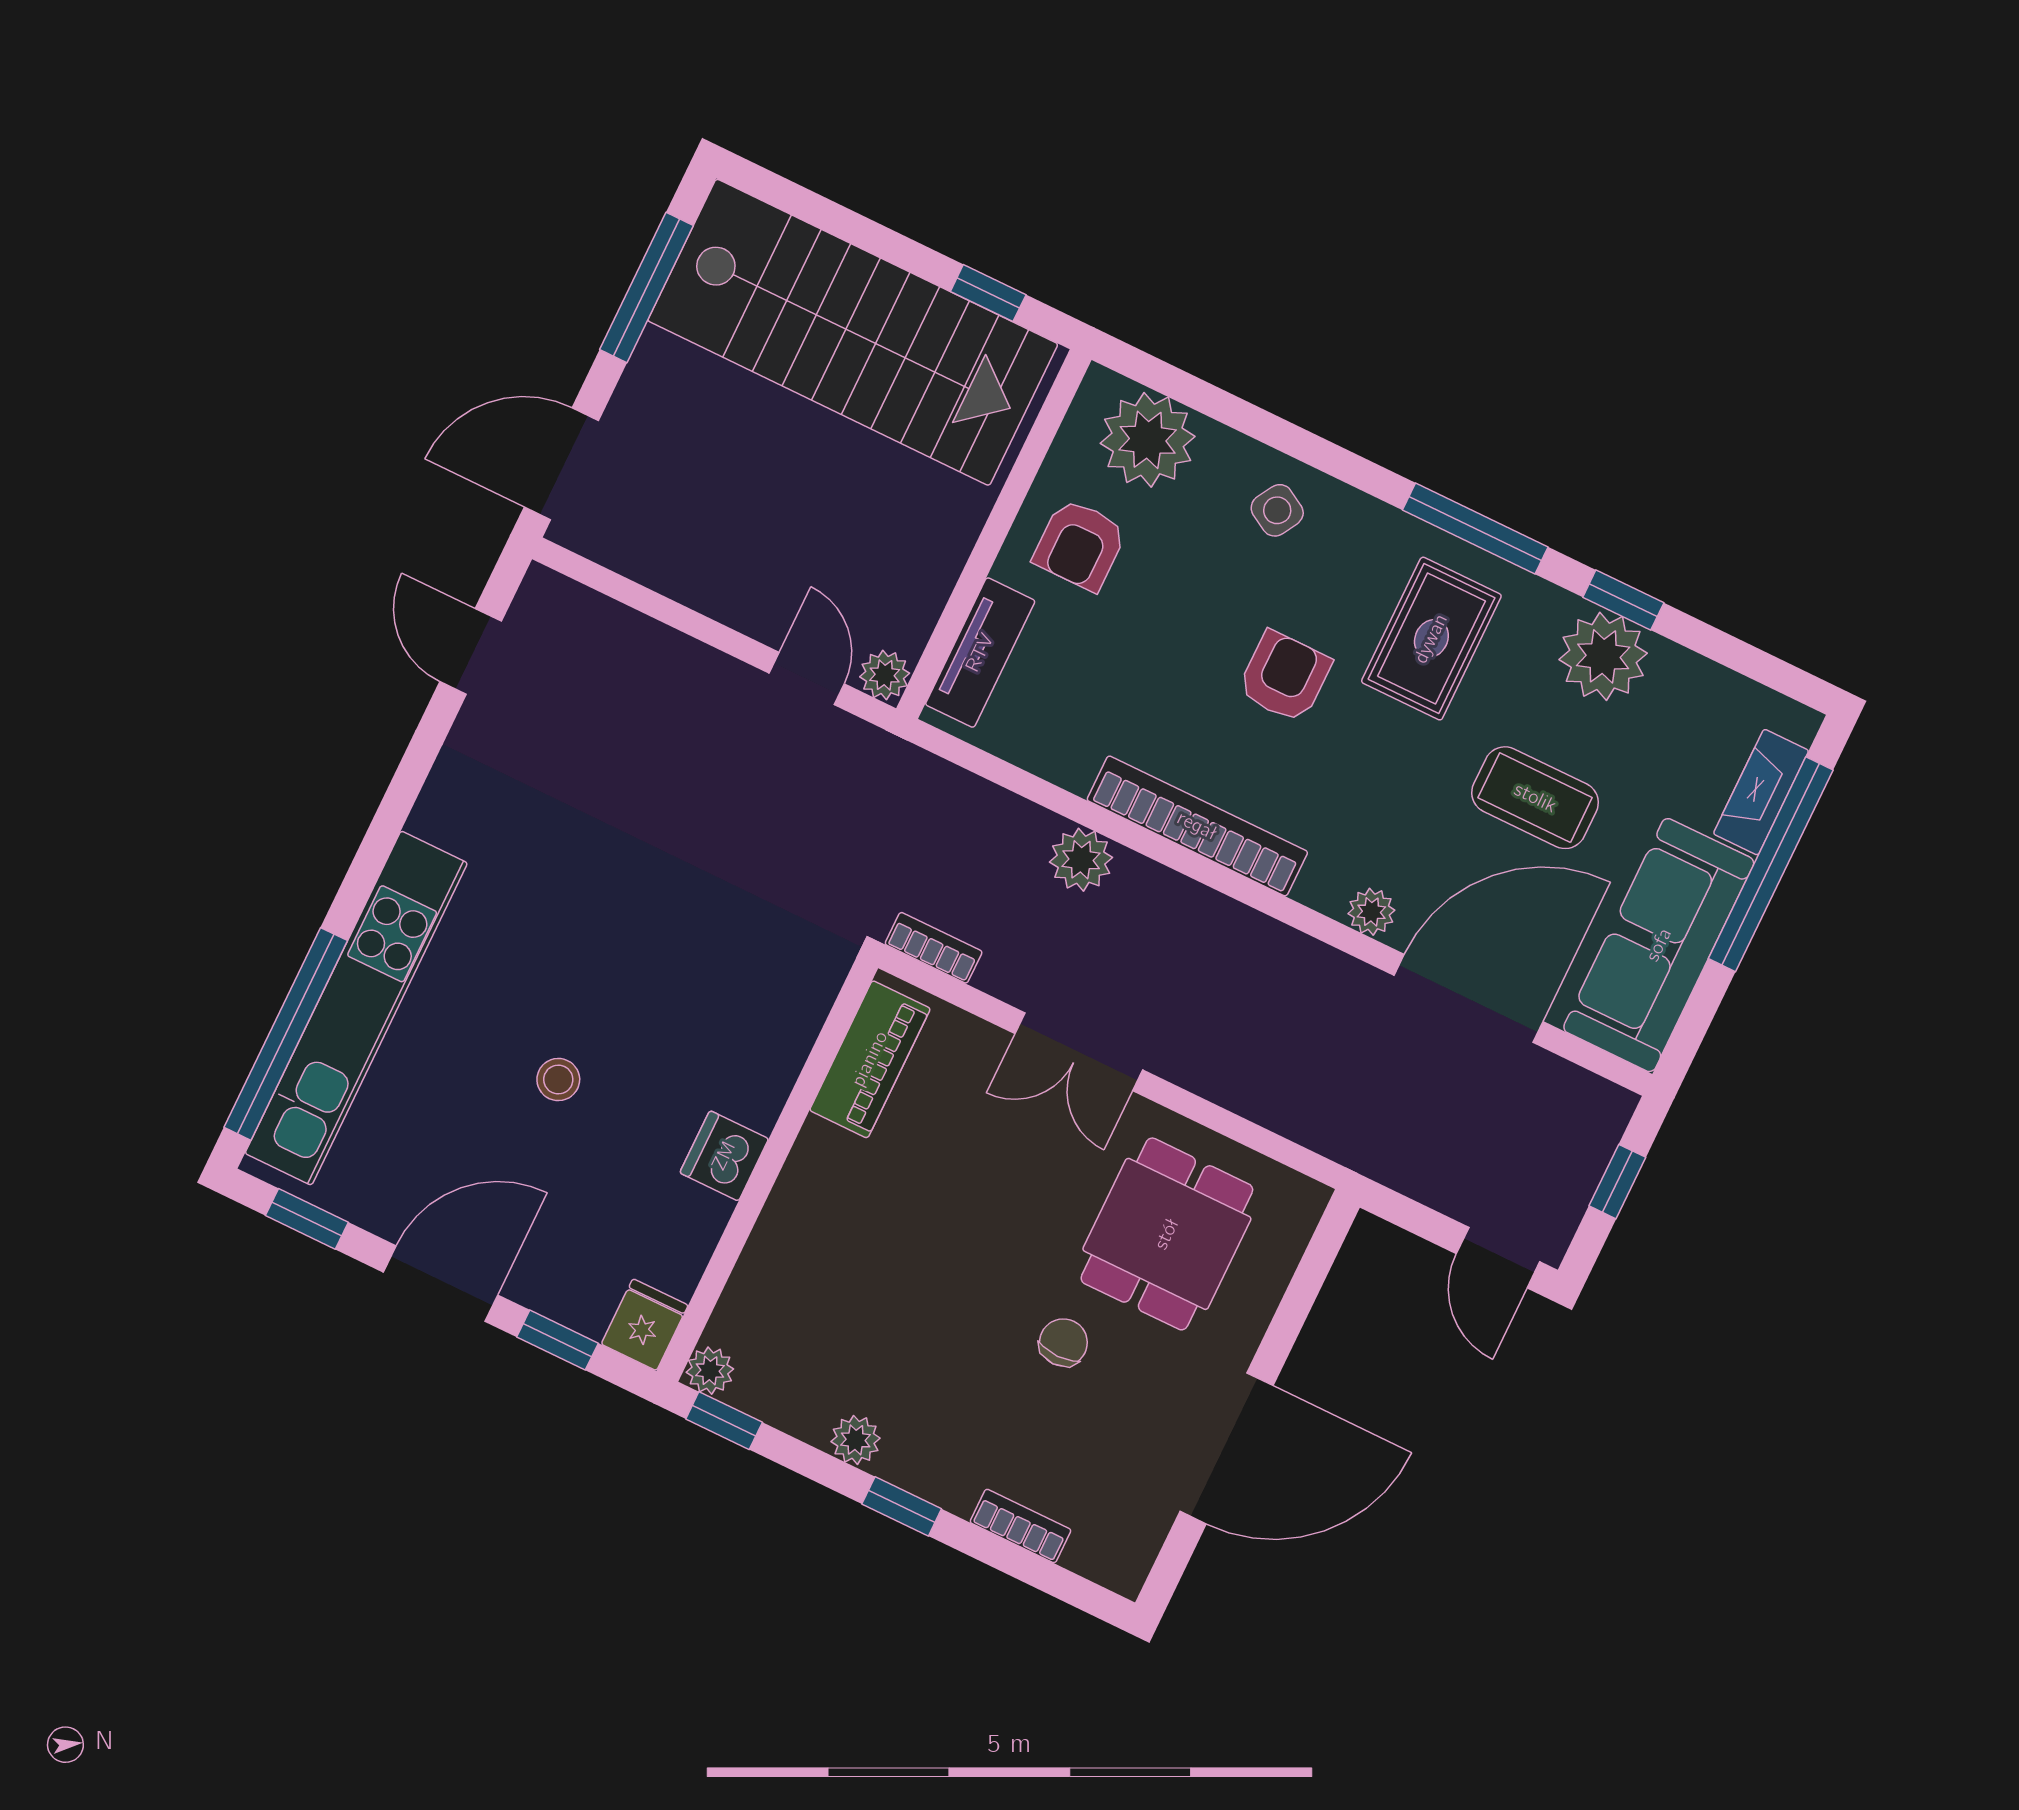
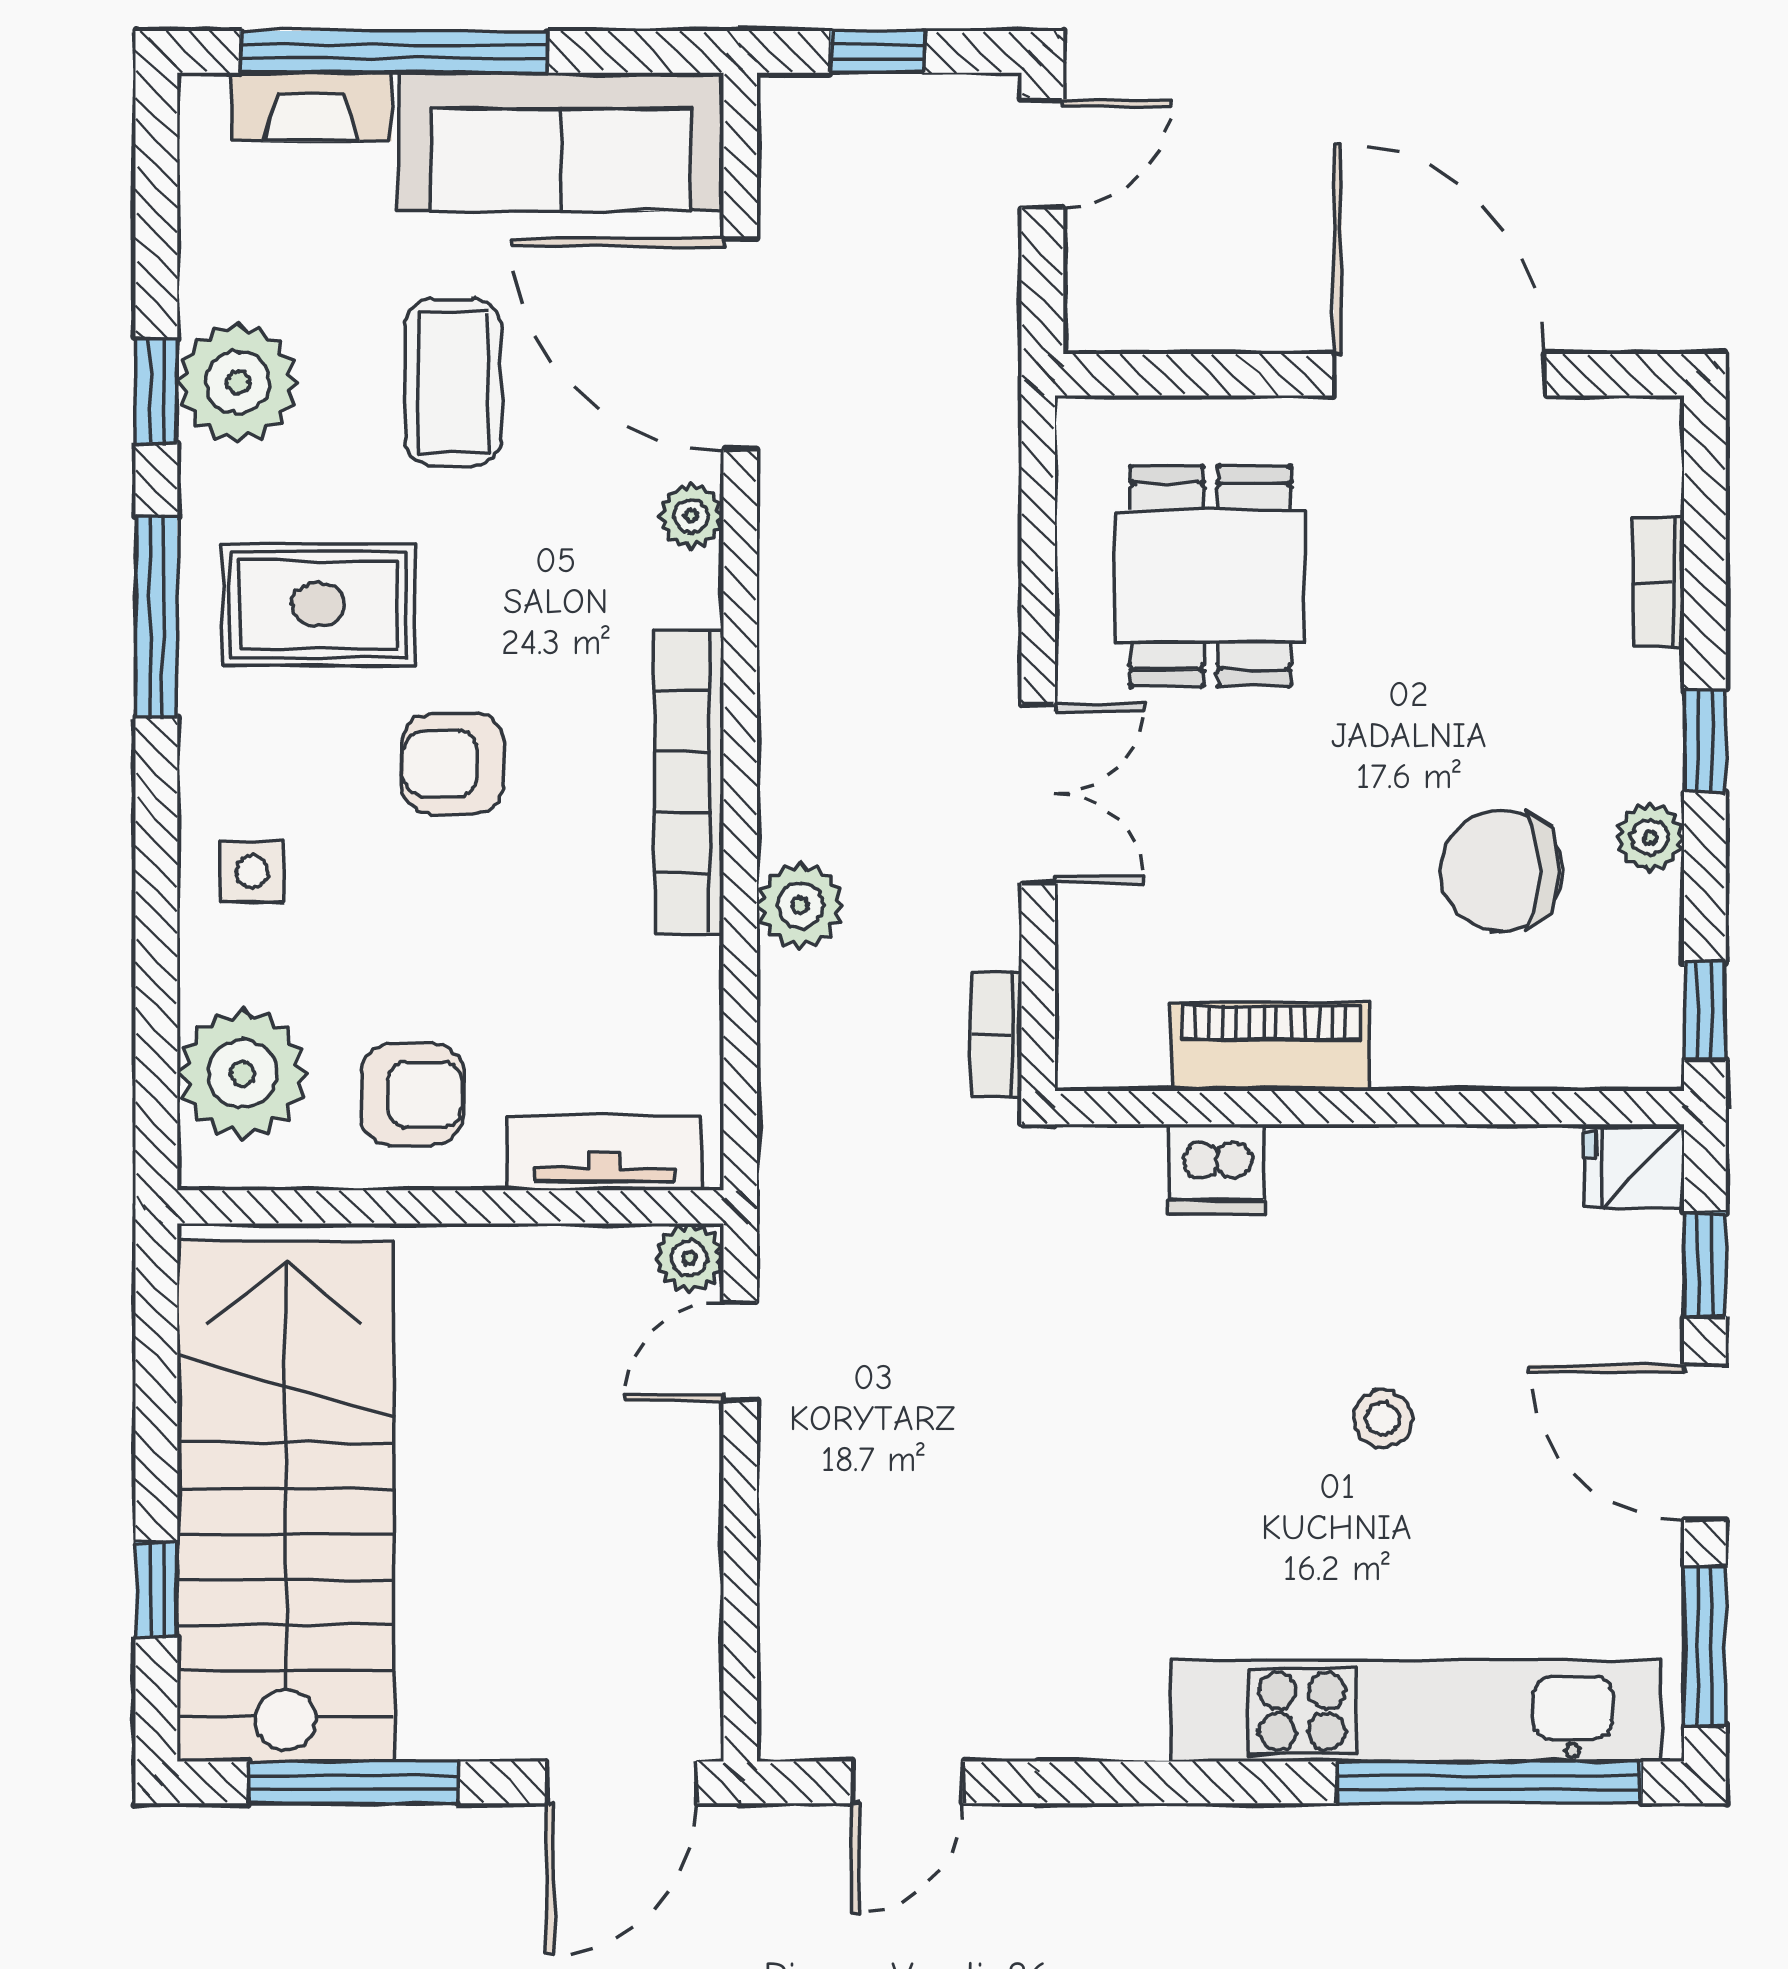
window: (988, 293) -> (156, 1590), moved
door: (561, 464) -> (622, 1782), hinge flipped
side table: (1277, 510) -> (252, 872), turned -30
piano: (870, 1059) -> (1271, 1047), moved
dishwasher: (724, 1156) -> (1216, 1169), moved
window: (307, 1219) -> (1705, 1646), width x1.50
dining table: (1167, 1234) -> (1211, 576), turned 90
chair: (1063, 1342) -> (1501, 871), moved, width x1.87, depth x1.87
plant: (710, 1371) -> (1652, 1058), removed

